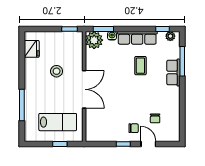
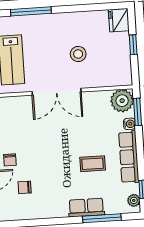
window: (70, 29) -> (133, 45), moved
fridge: (32, 49) -> (119, 20), moved, turned 90

